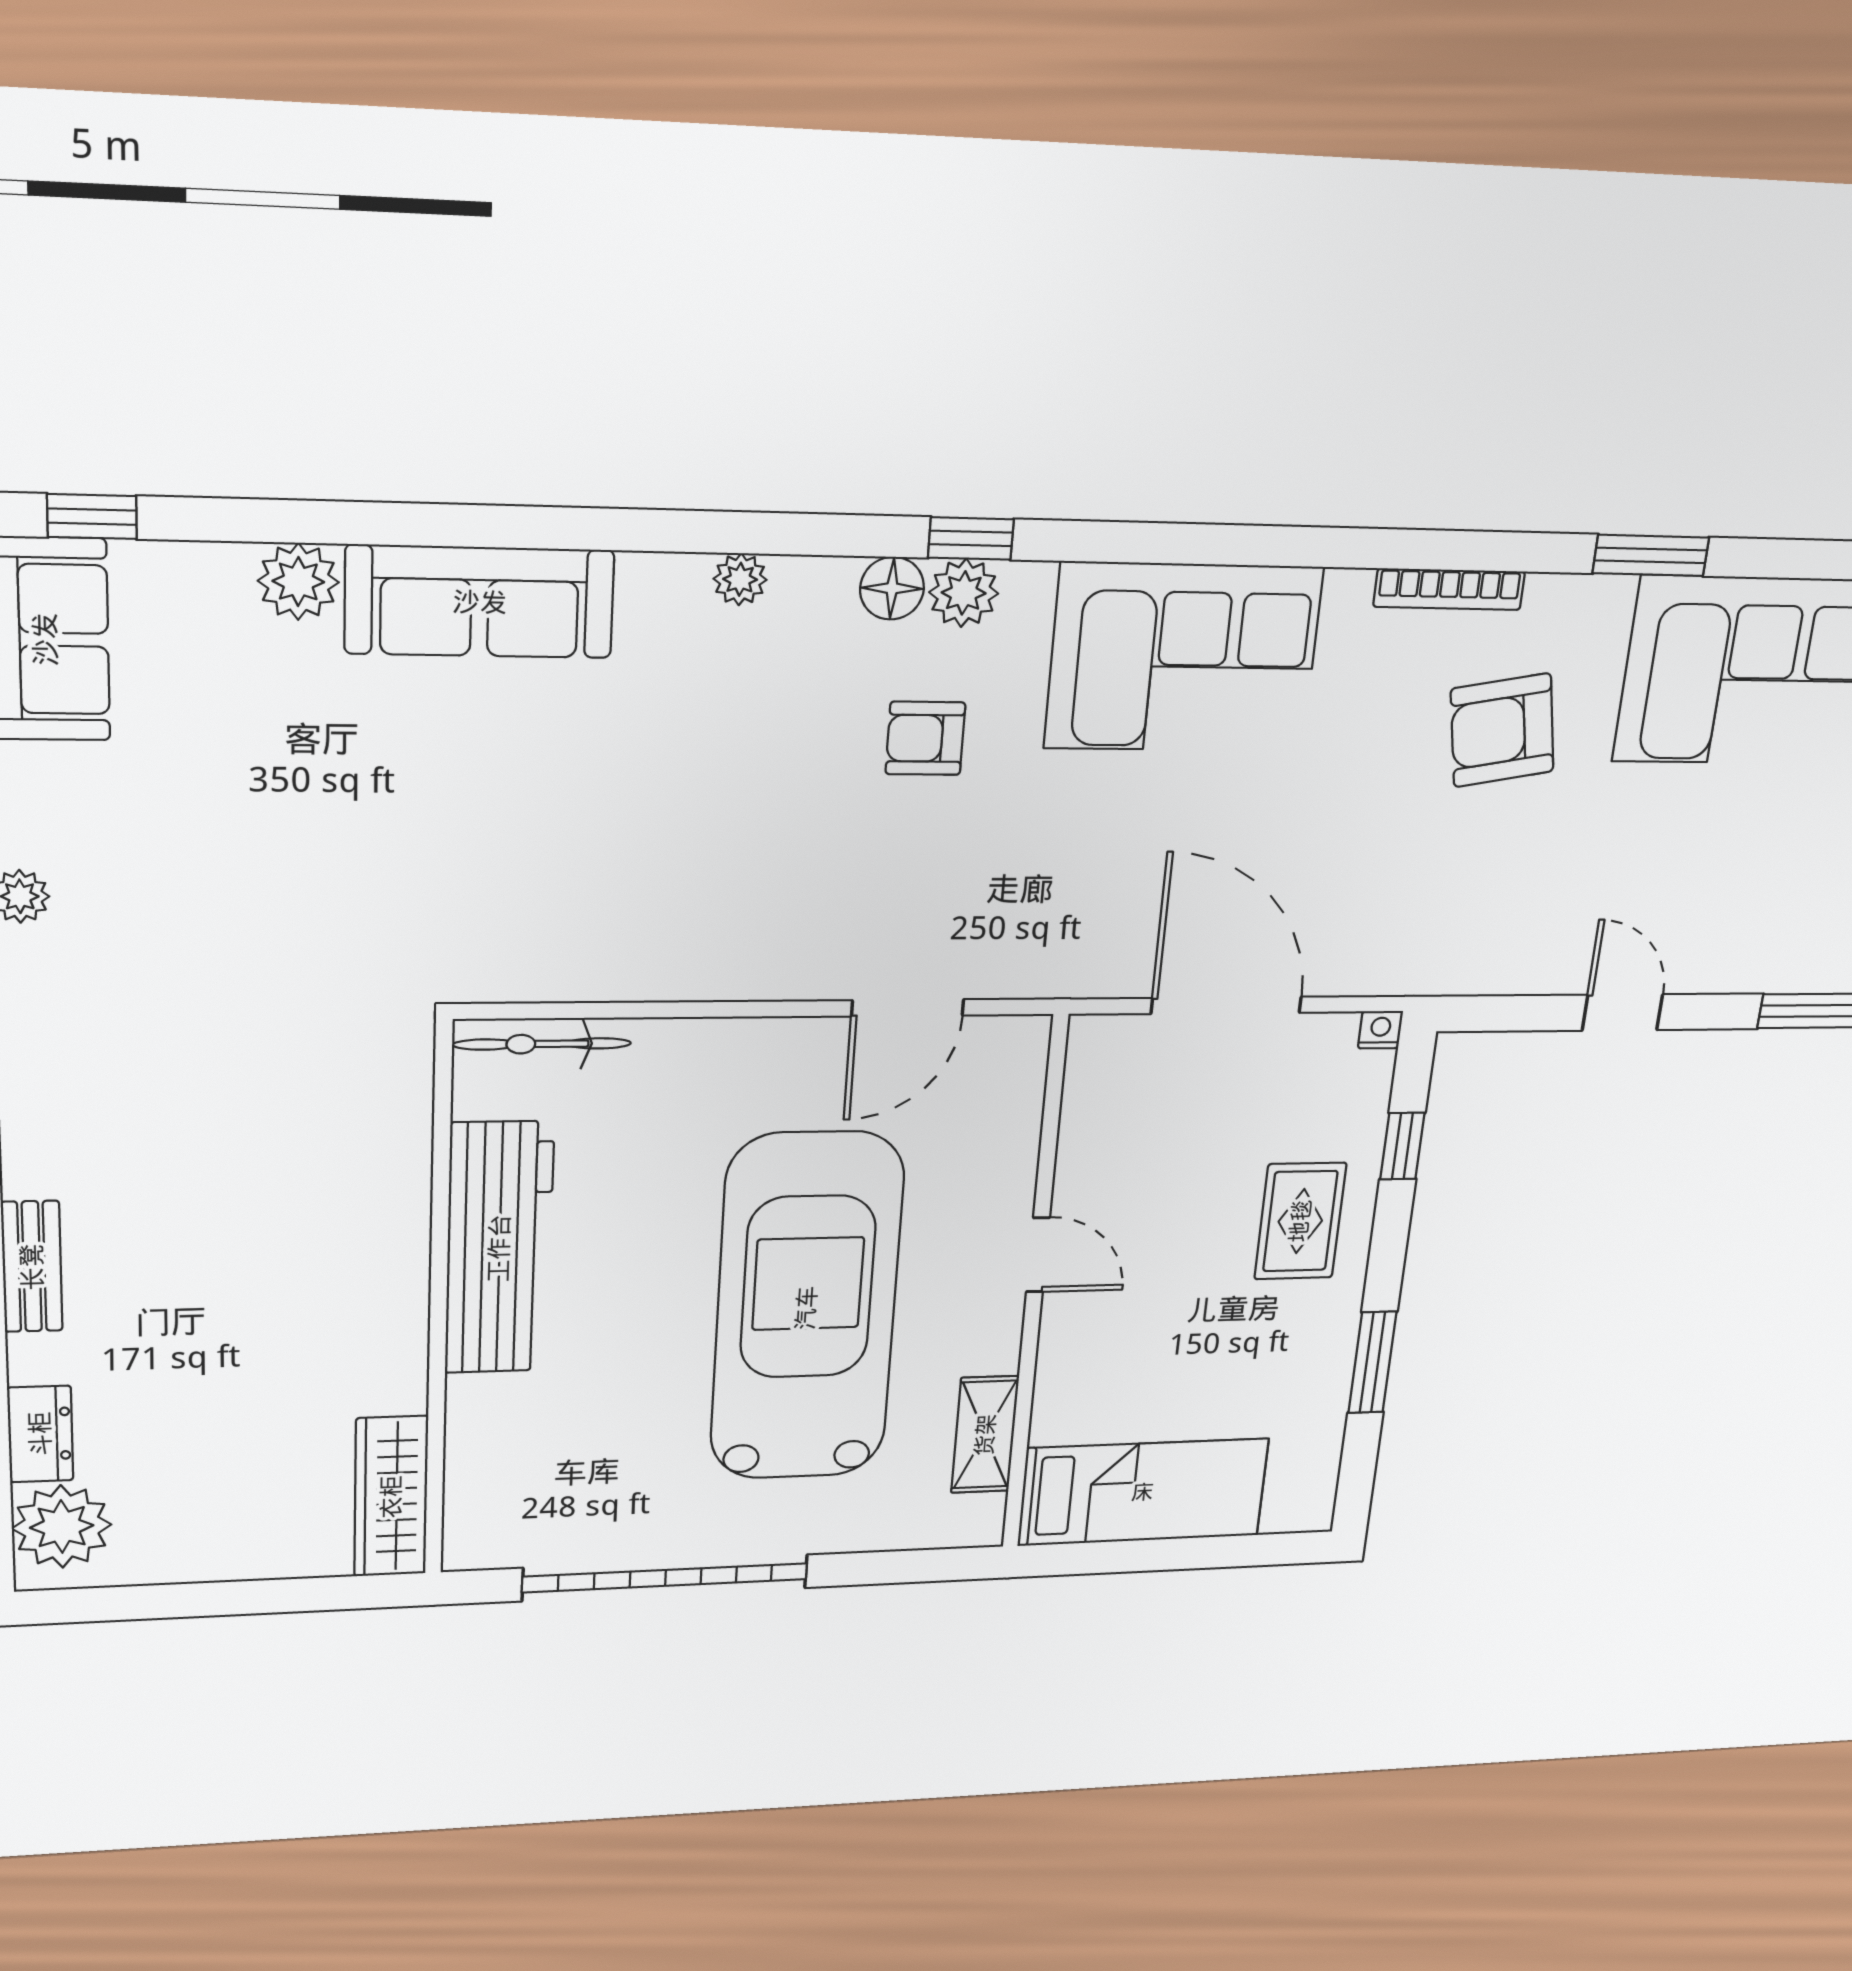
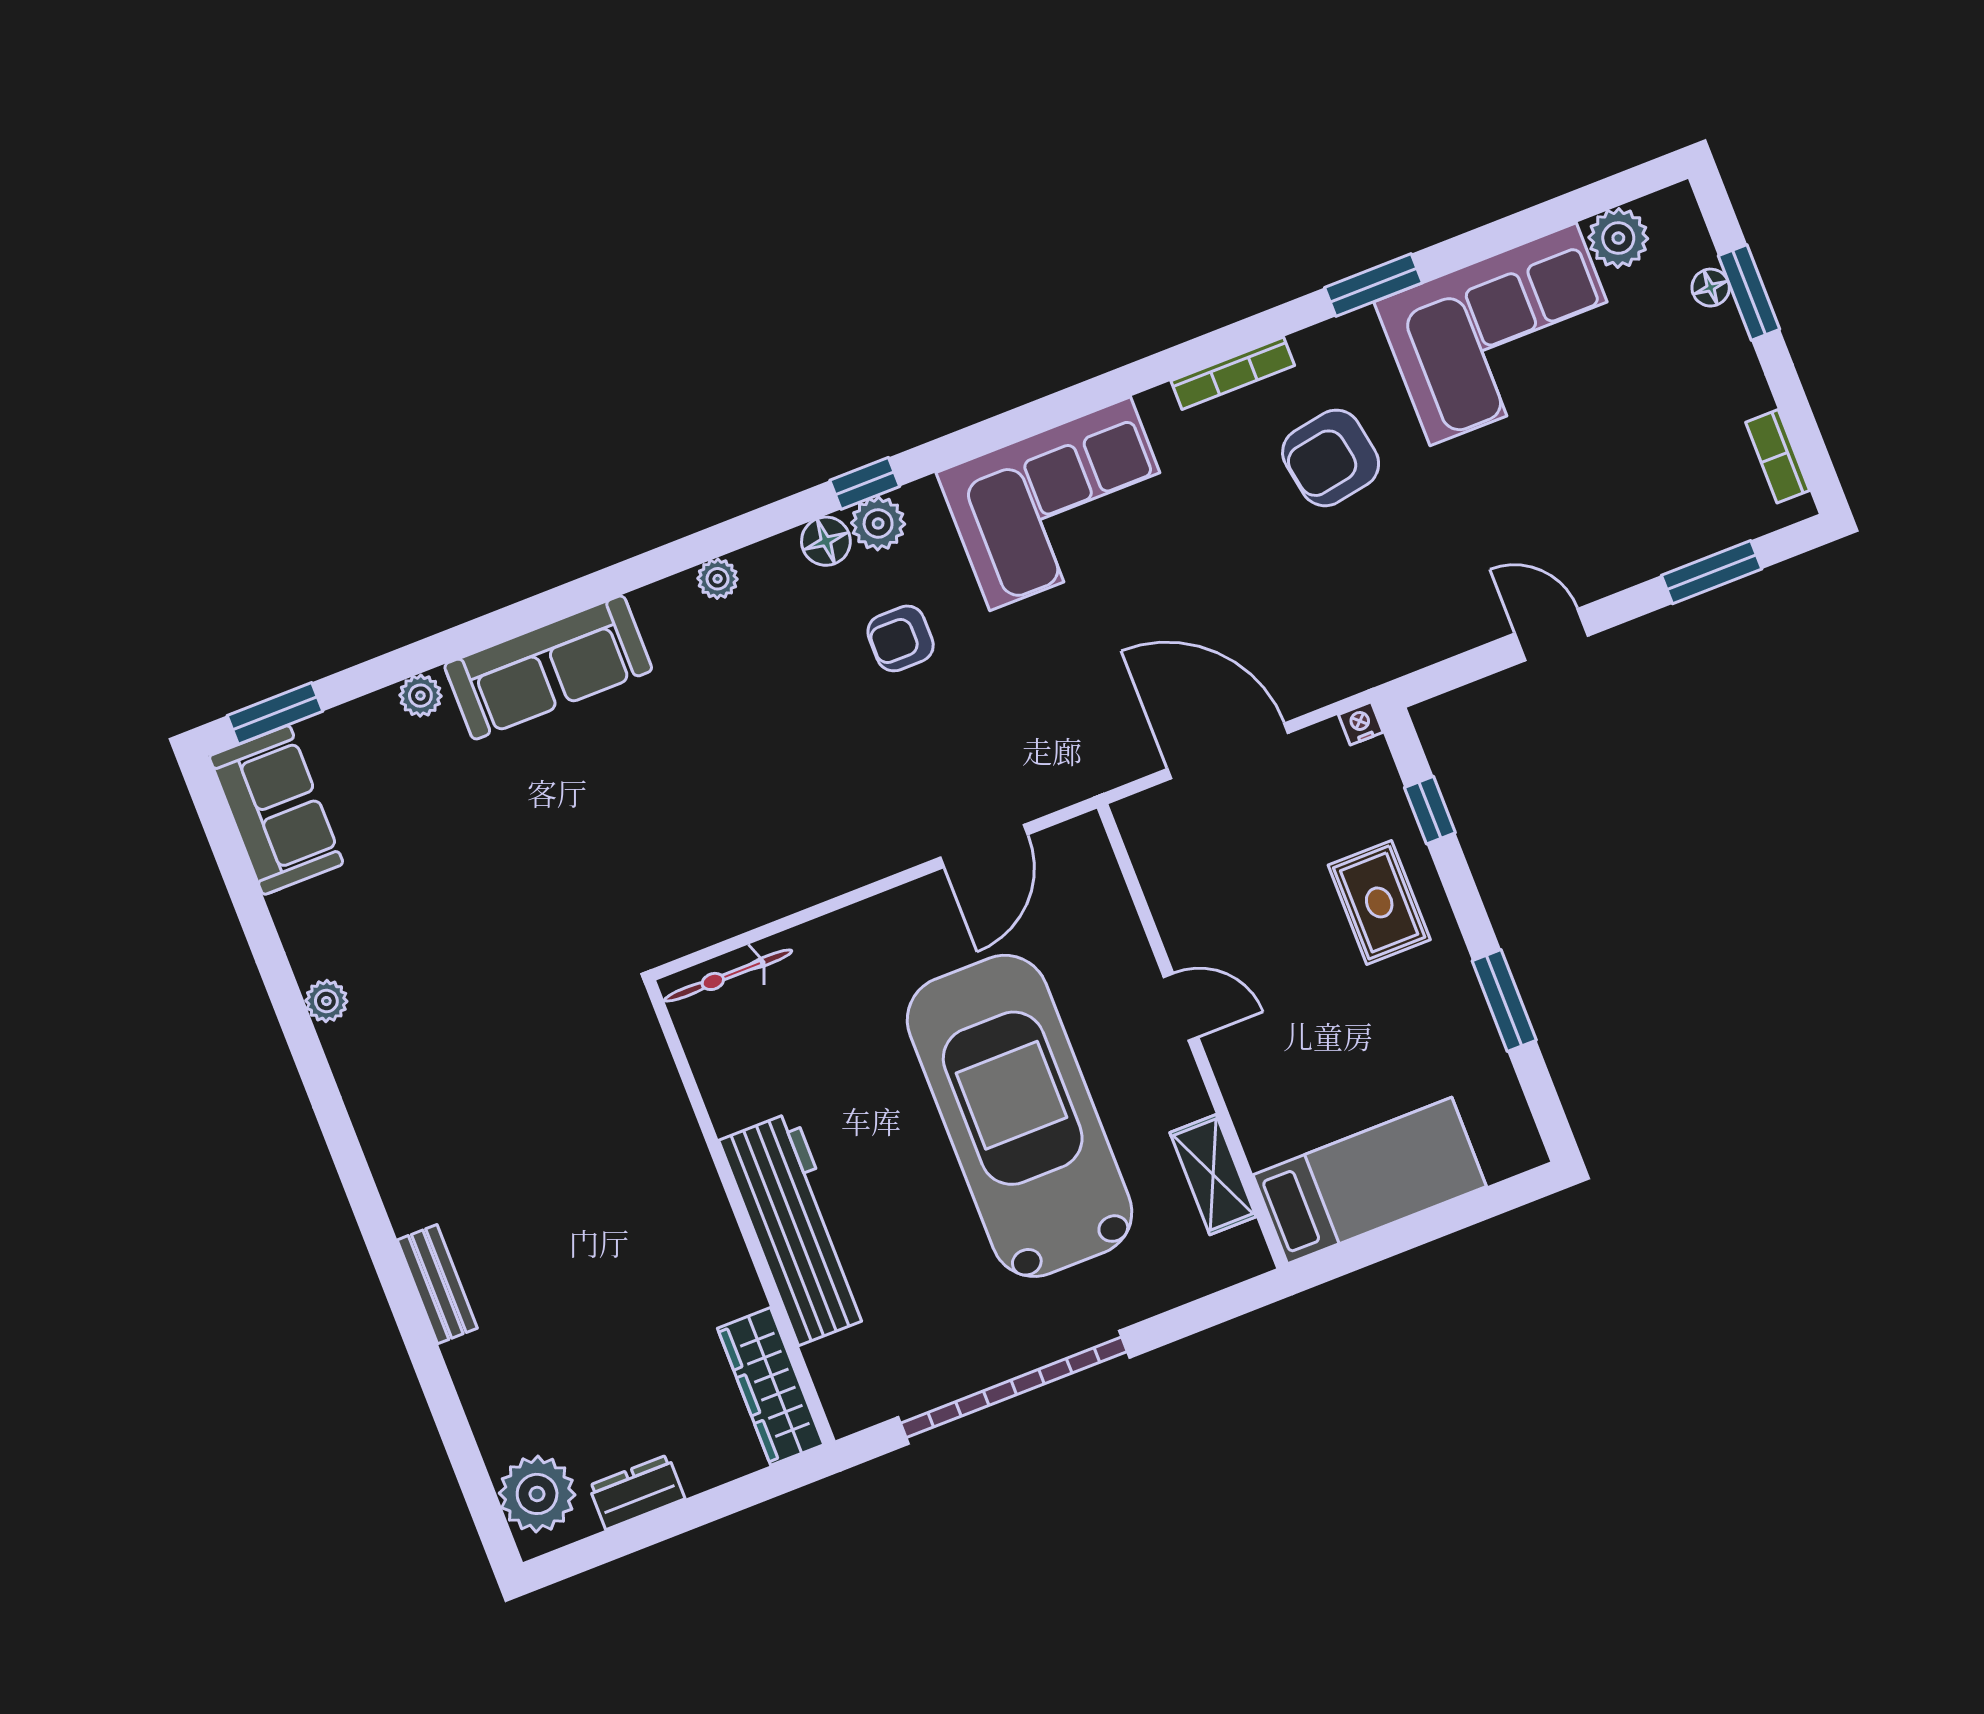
window: (92, 517) -> (275, 713), width x1.50
plant: (298, 582) -> (420, 696), width x0.73, depth x0.73
workbench: (499, 1248) -> (796, 1228), moved
dresser: (40, 1434) -> (637, 1492), moved, turned -90

